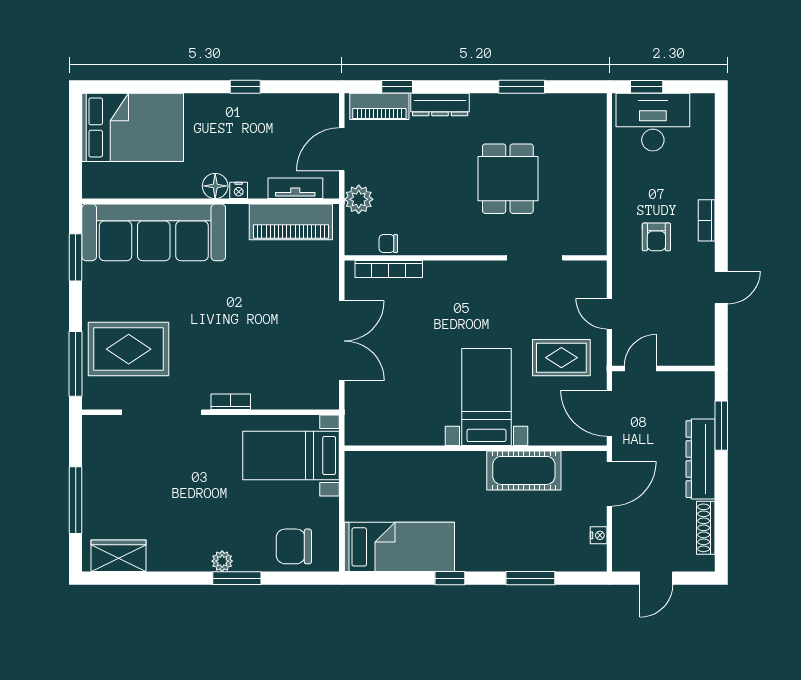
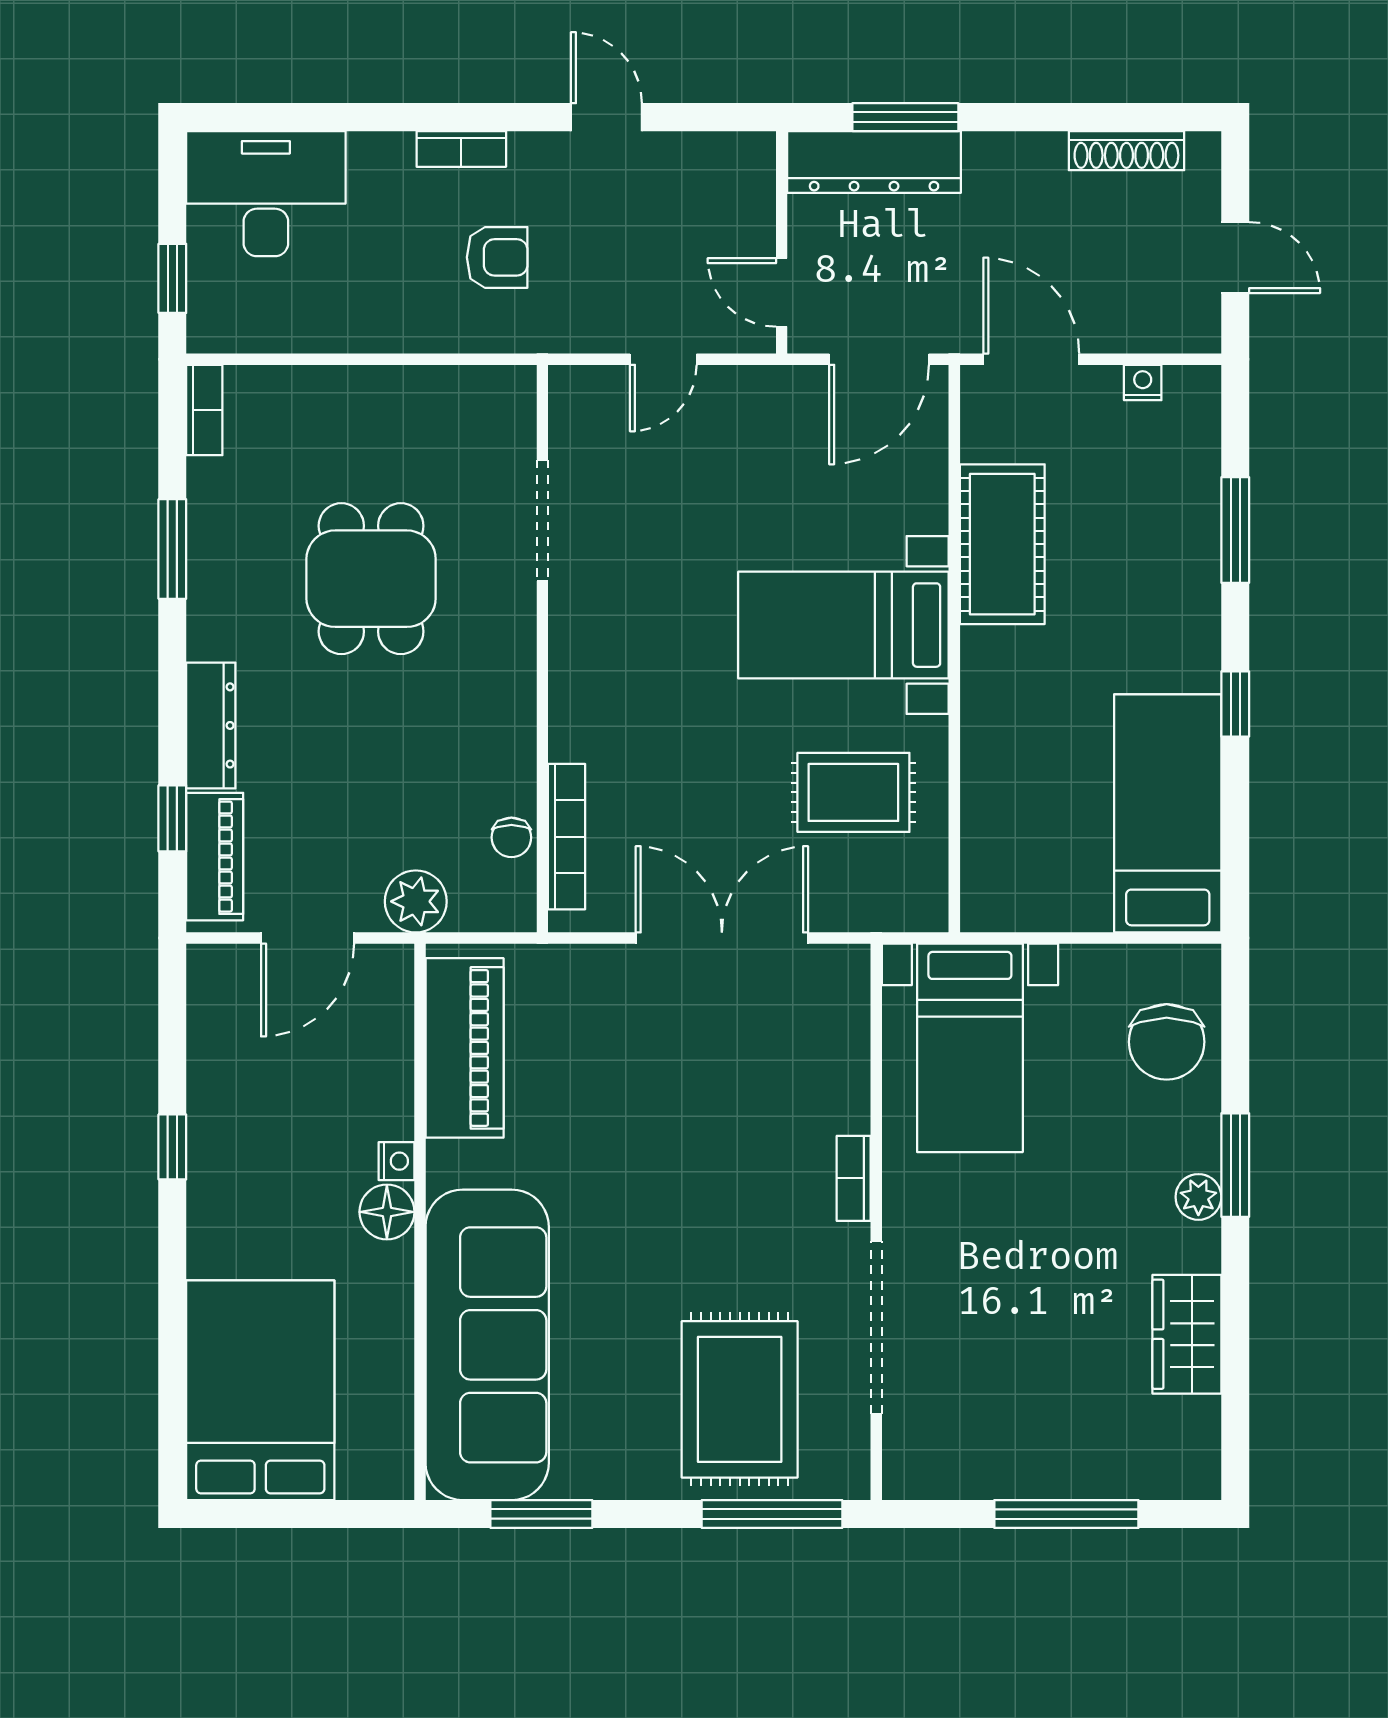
bookcase: (586, 102) -> (204, 410), added
desk: (653, 122) -> (266, 194), moved, turned 90
door: (342, 149) -> (308, 938), hinge flipped
dining table: (508, 179) -> (371, 579), turned 90
tv unit: (295, 188) -> (392, 1039), removed
rug: (561, 358) -> (853, 792), moved, turned 90
dresser: (700, 459) -> (874, 162), moved
wardrobe: (118, 556) -> (1187, 1334), moved

